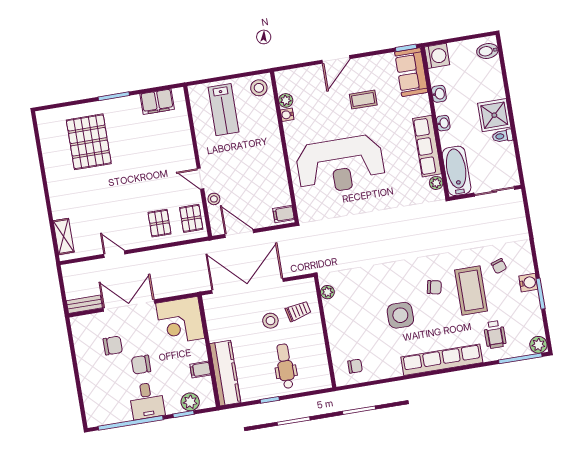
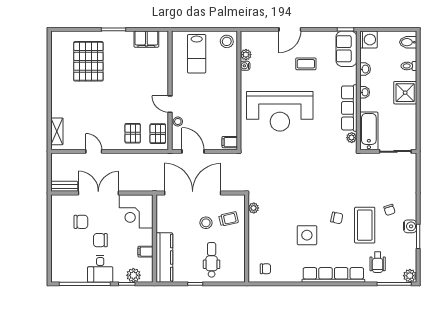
toilet: (503, 136) -> (409, 66), moved

